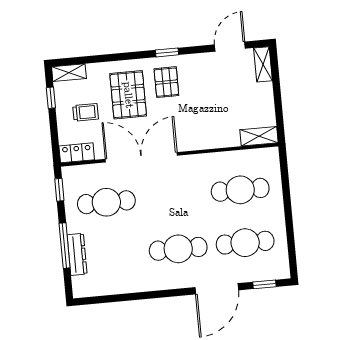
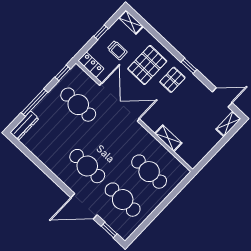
window: (51, 98) -> (101, 32), moved
shelving: (259, 136) -> (168, 138), moved
dresser: (77, 254) -> (25, 125), moved

